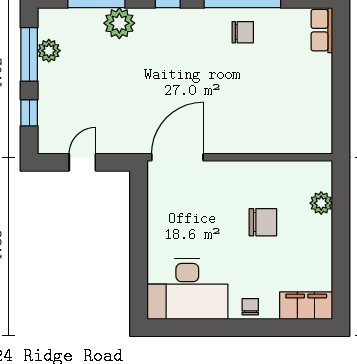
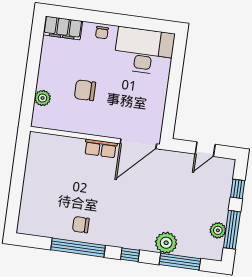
row of seats: (322, 30) -> (101, 148), moved, turned 90

